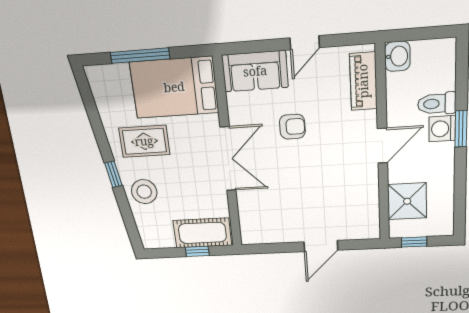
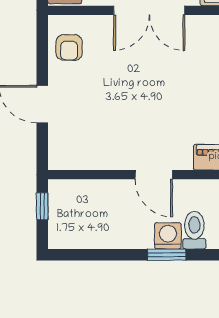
armchair: (292, 127) -> (69, 47), moved
shower: (407, 201) -> (90, 199), removed

